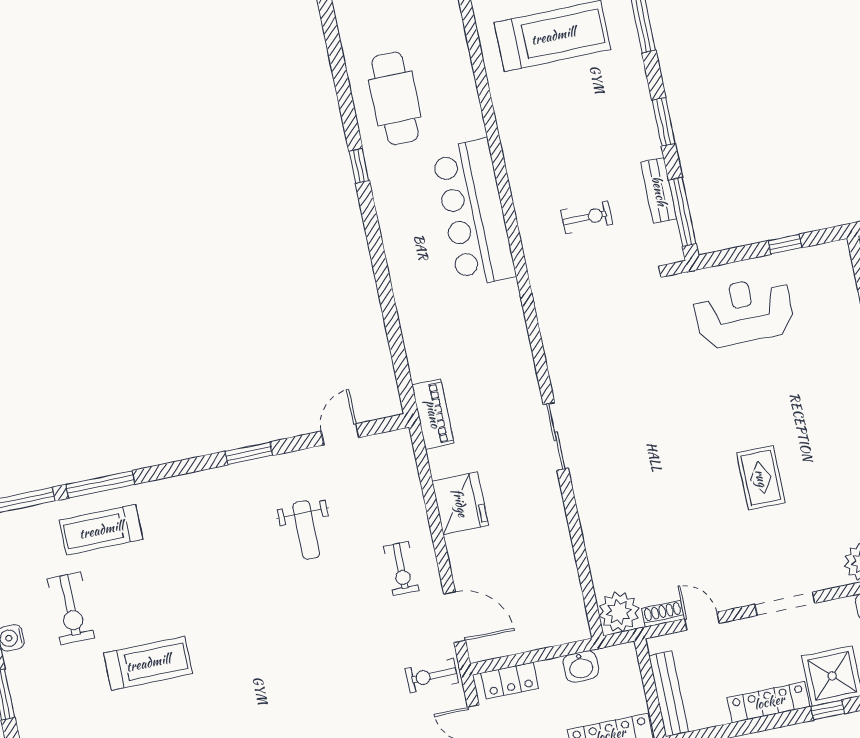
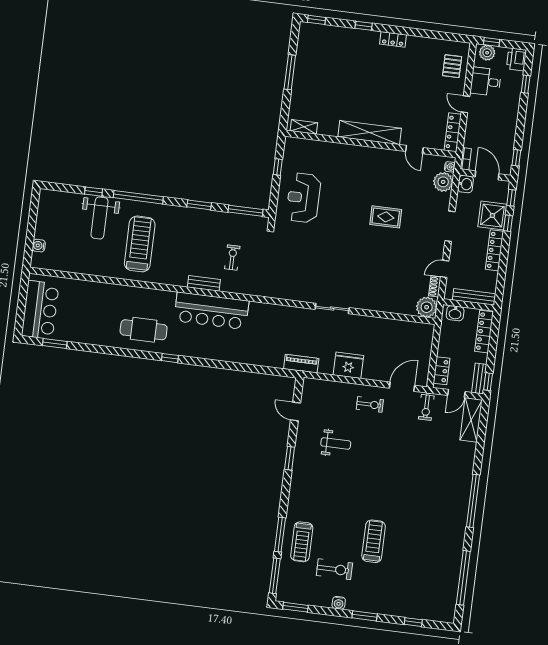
bench: (659, 191) -> (204, 283), moved
washbasin: (581, 666) -> (455, 313), moved, turned 90

